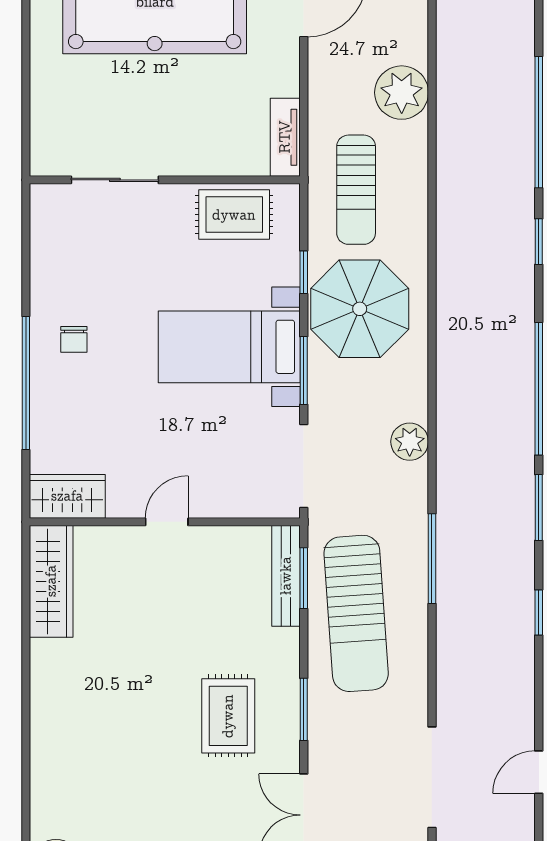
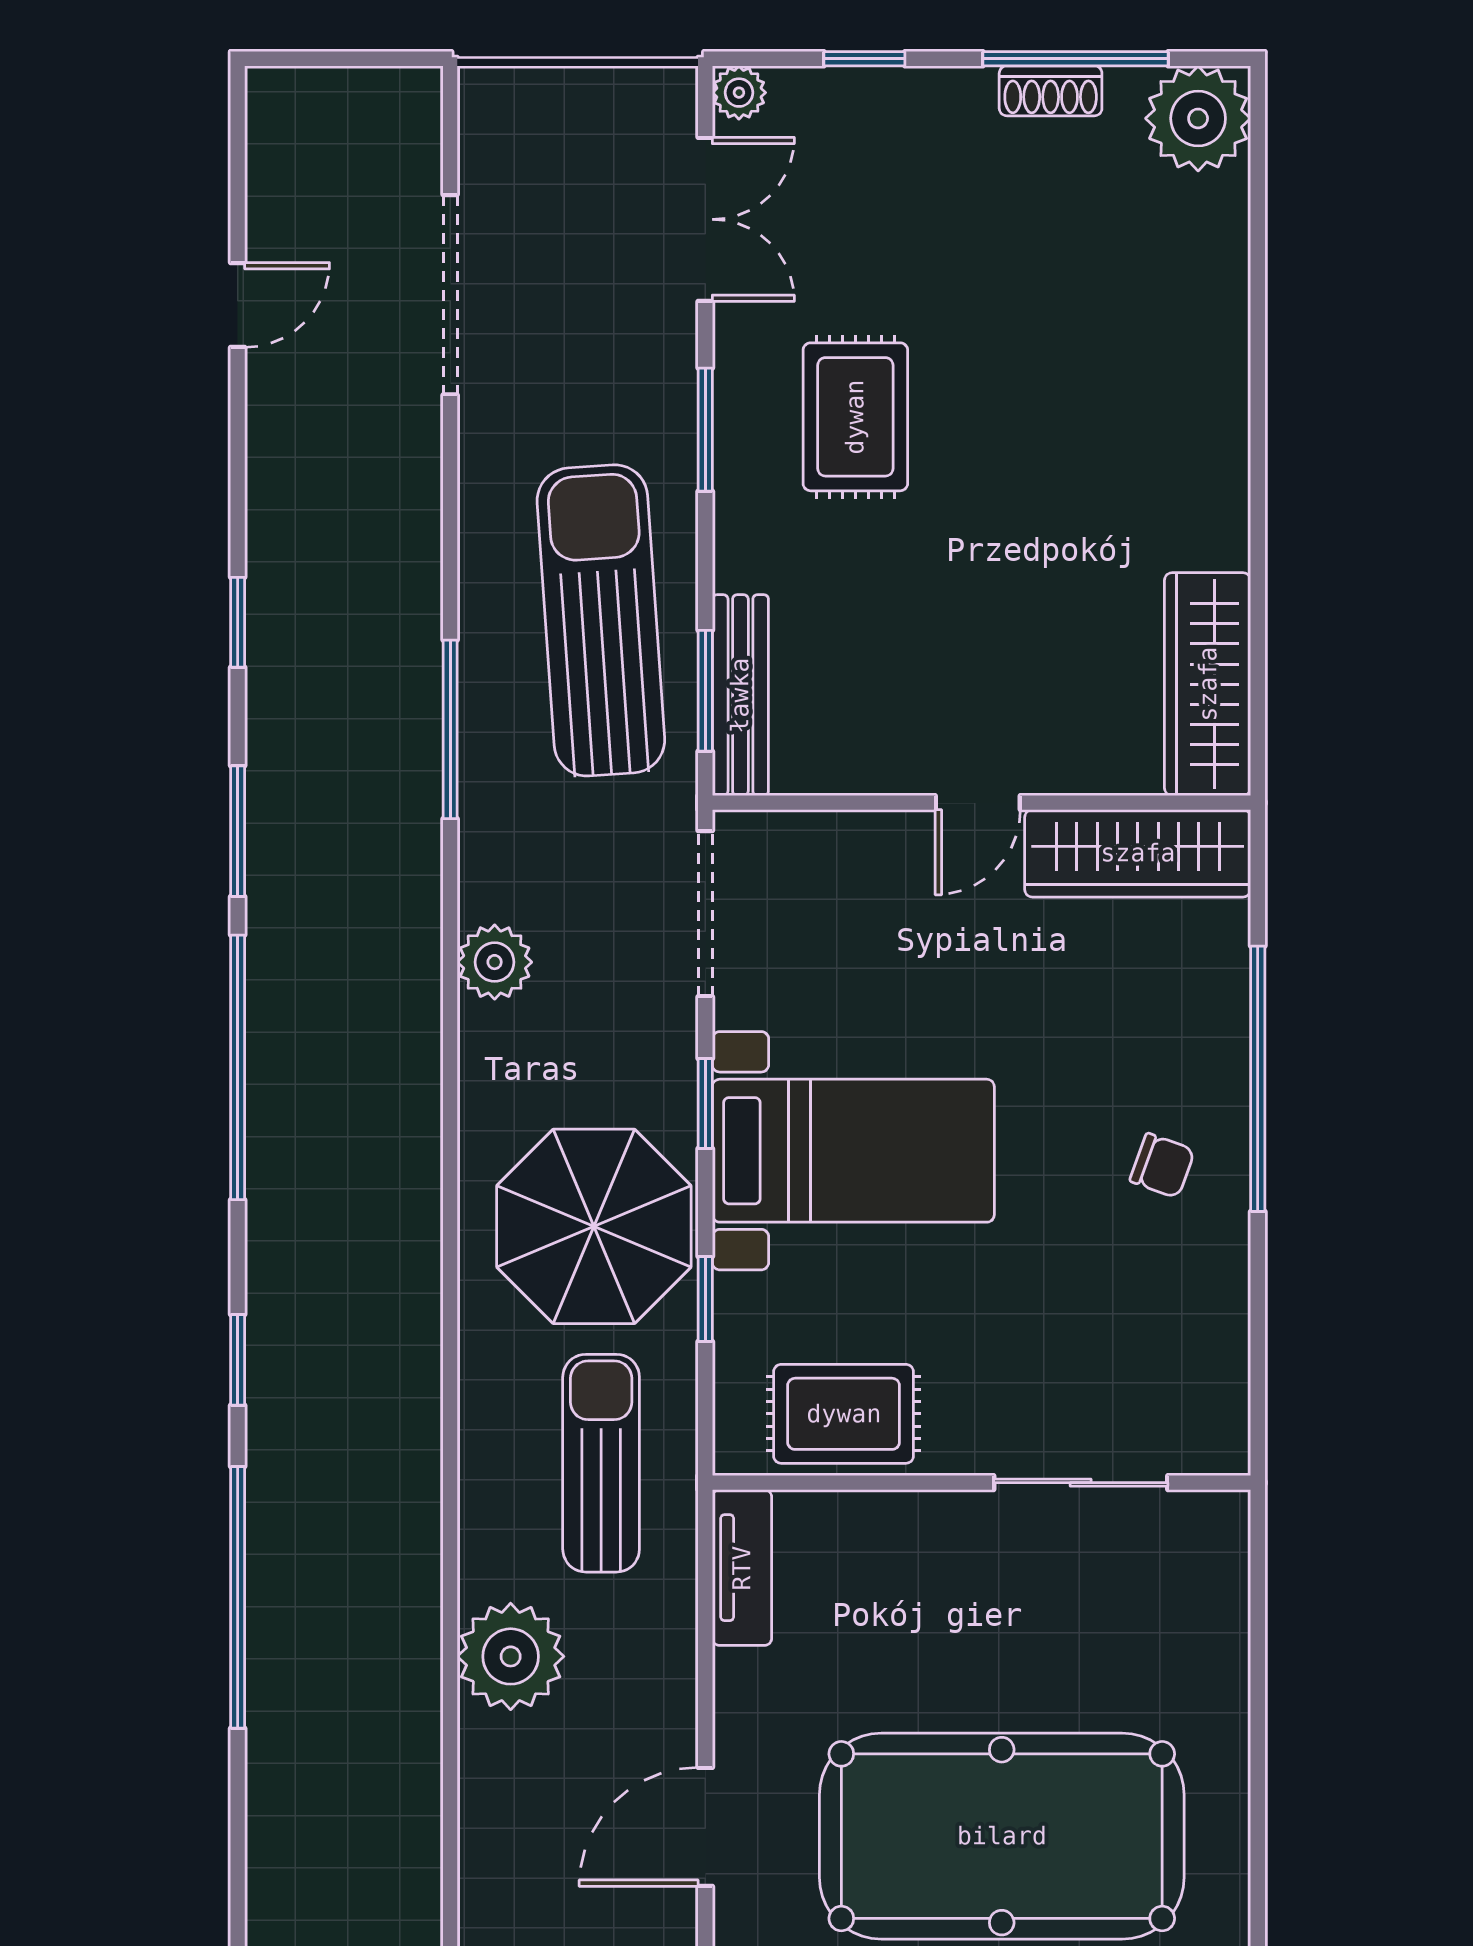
chair: (74, 339) -> (1162, 1166), turned 110
window: (304, 371) -> (705, 1104), width x0.67
wardrobe: (67, 496) -> (1138, 853), width x1.50

